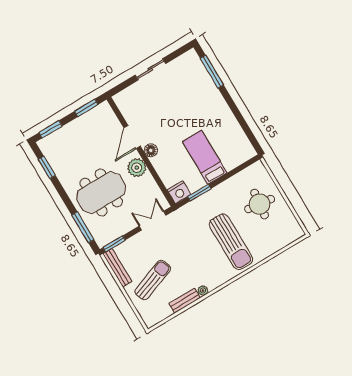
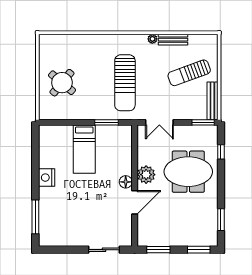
sliding door: (150, 69) -> (104, 250), moved
nightstand: (179, 192) -> (47, 178), moved, turned -90
round table: (260, 204) -> (62, 83), turned 33
window: (83, 227) -> (221, 152), width x0.46
sun lounger: (231, 242) -> (125, 83), moved, turned 180

